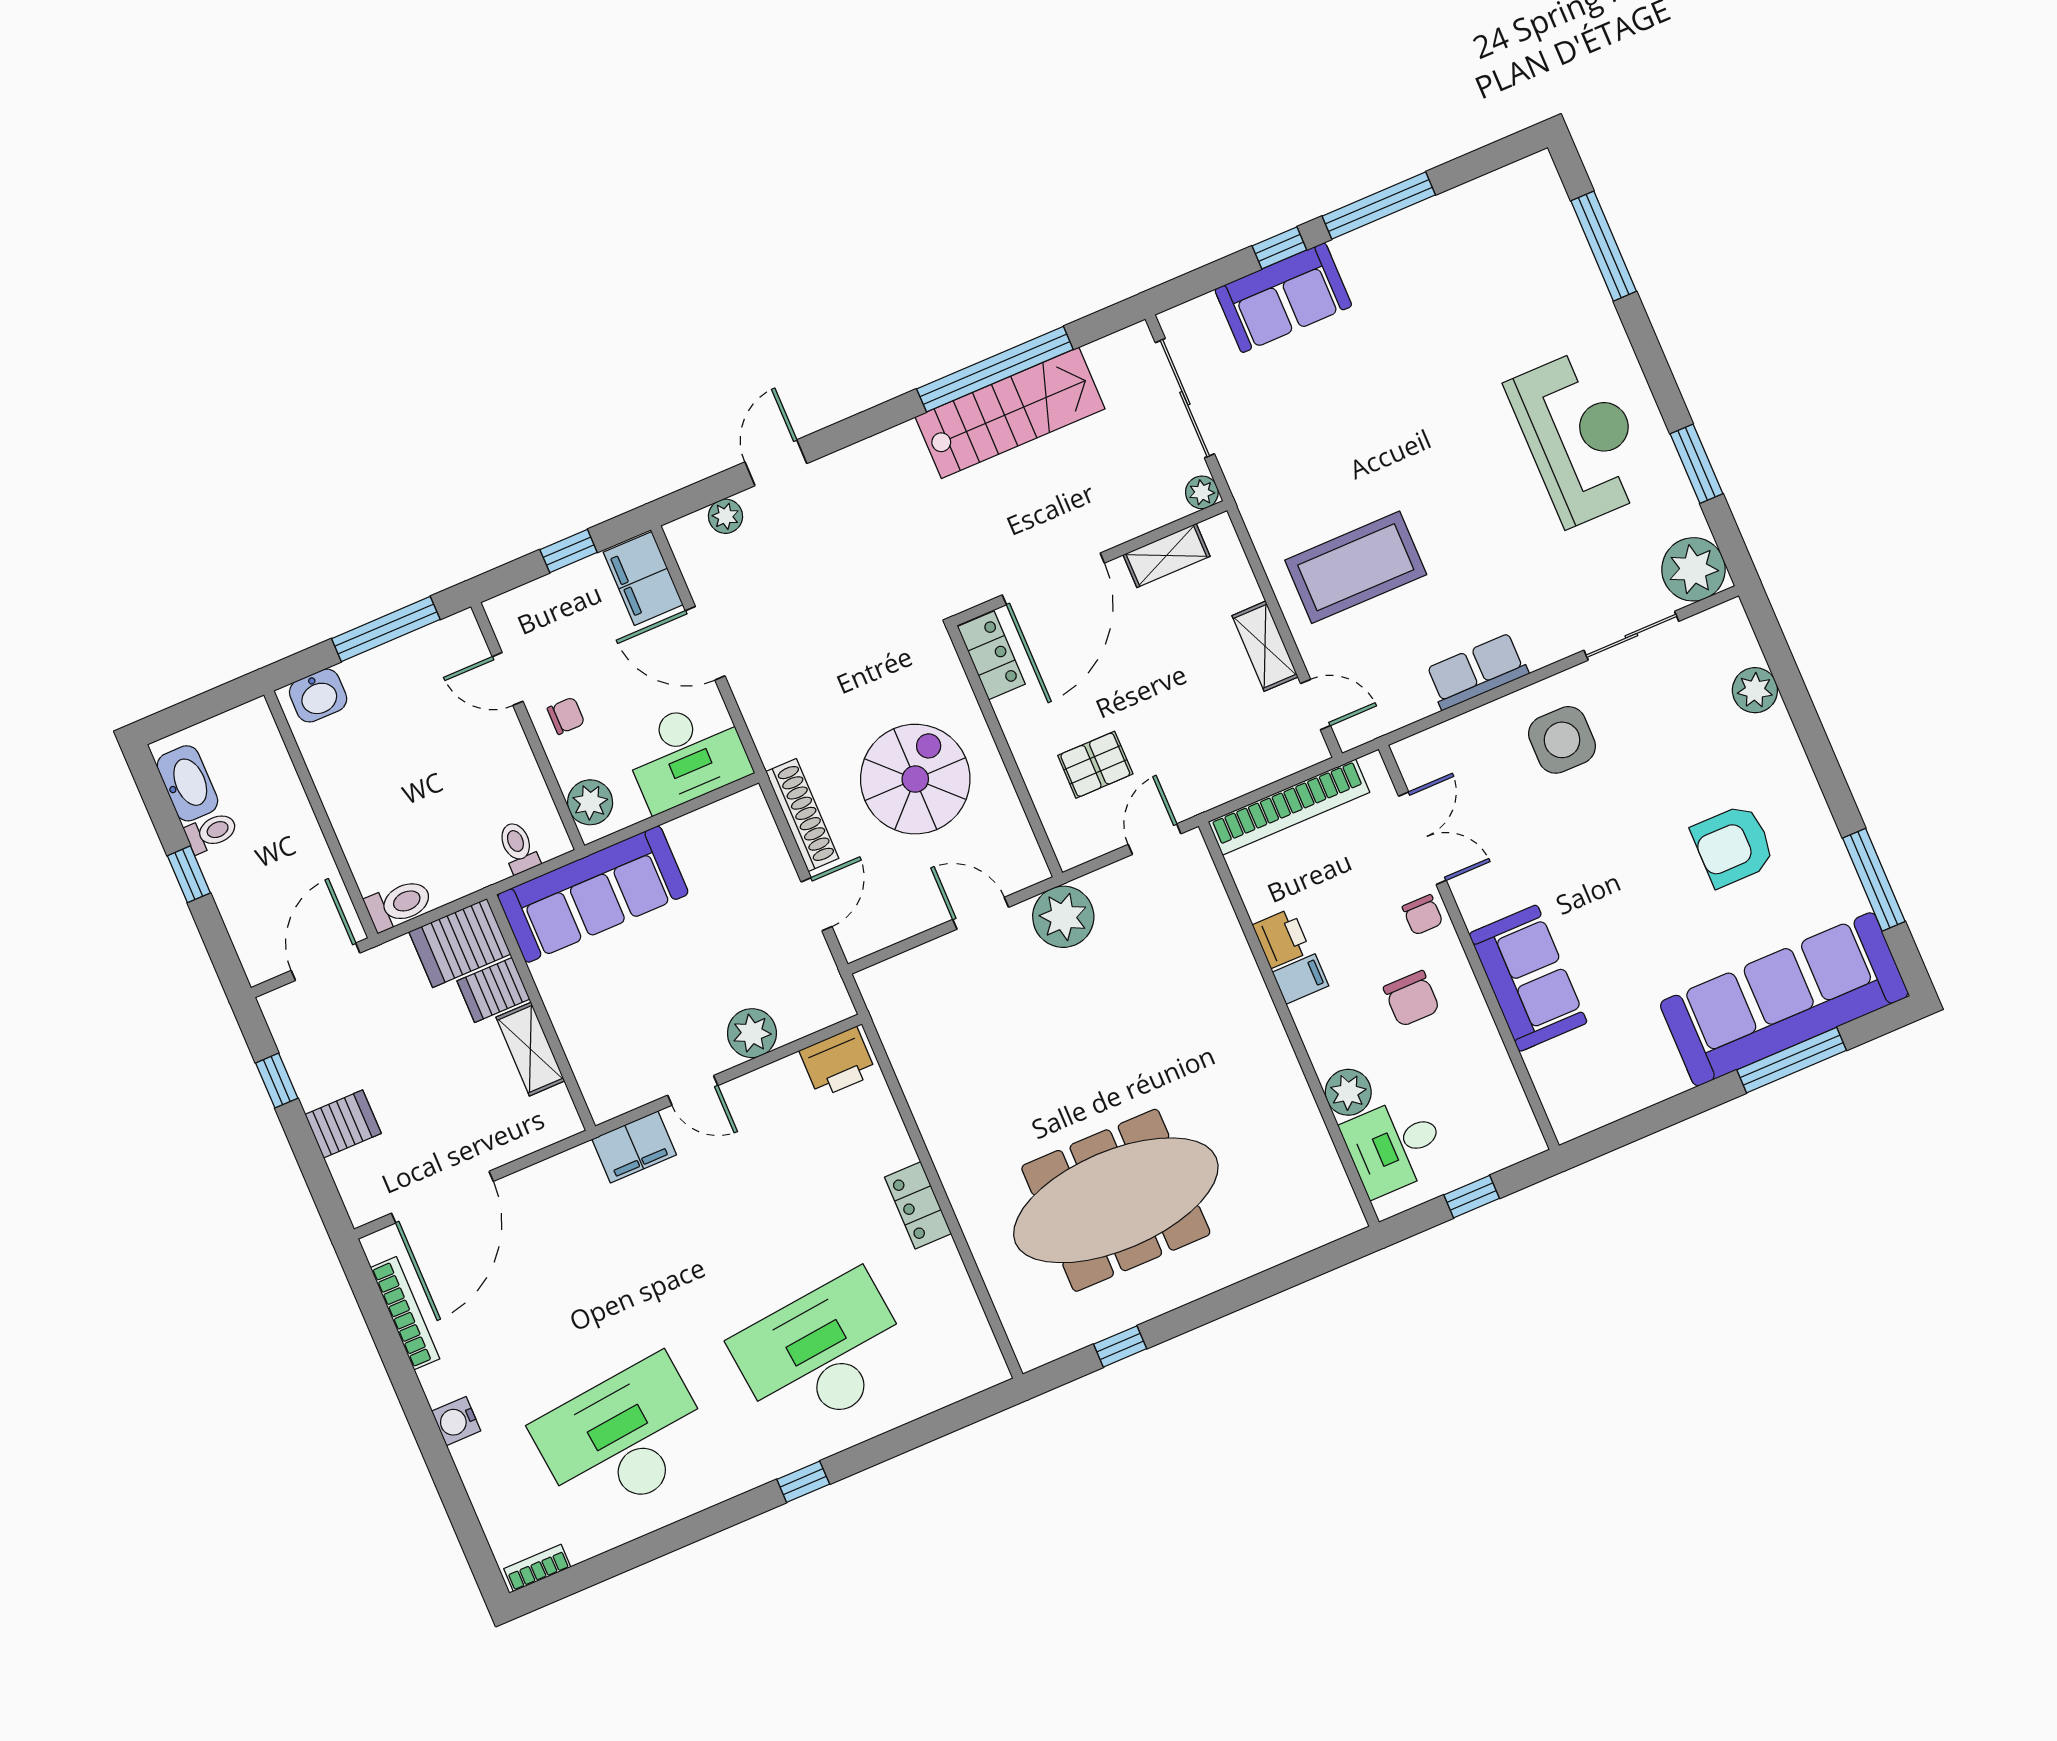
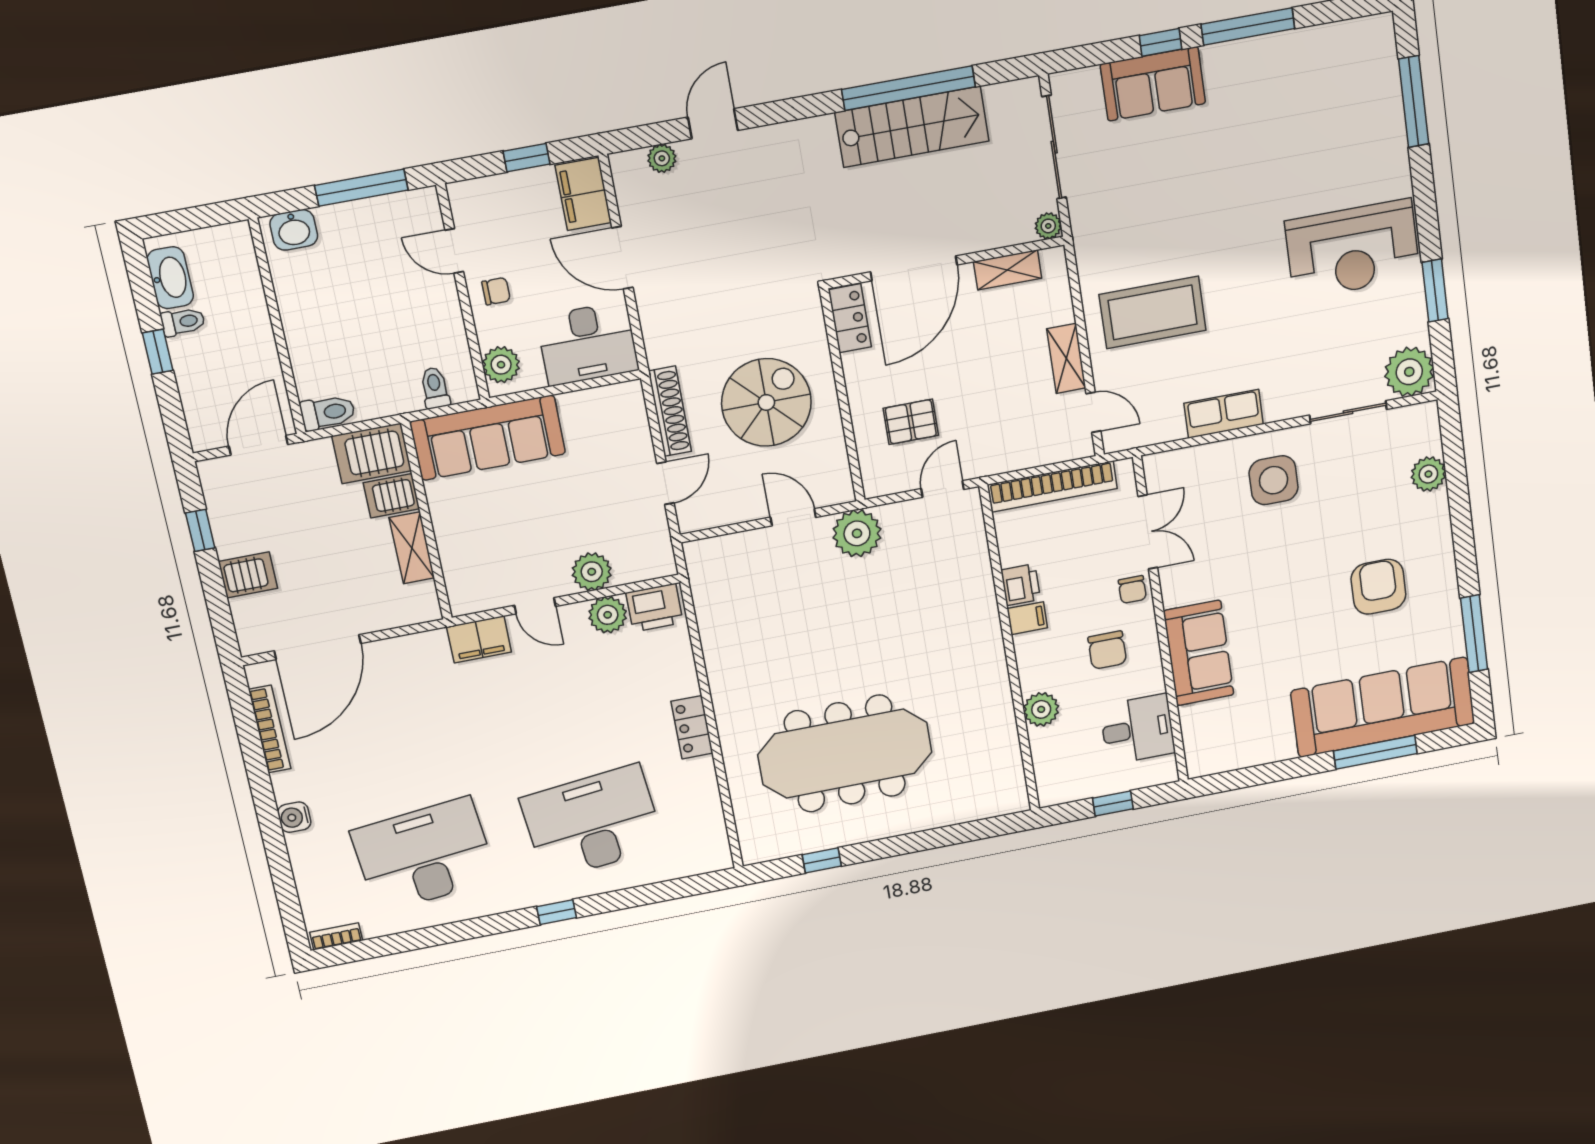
reception desk: (1580, 437) -> (1353, 249), turned 90
armchair: (1733, 846) -> (1378, 587), turned 90
plant: (783, 1083) -> (608, 615), added
desk: (1394, 1146) -> (1138, 729), moved, turned 180

